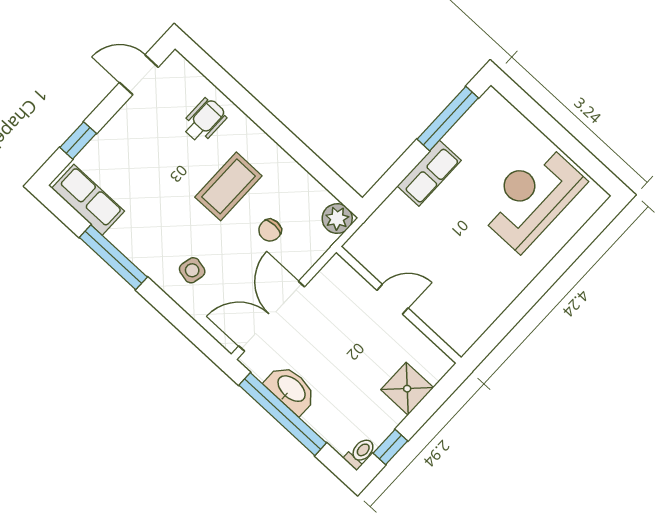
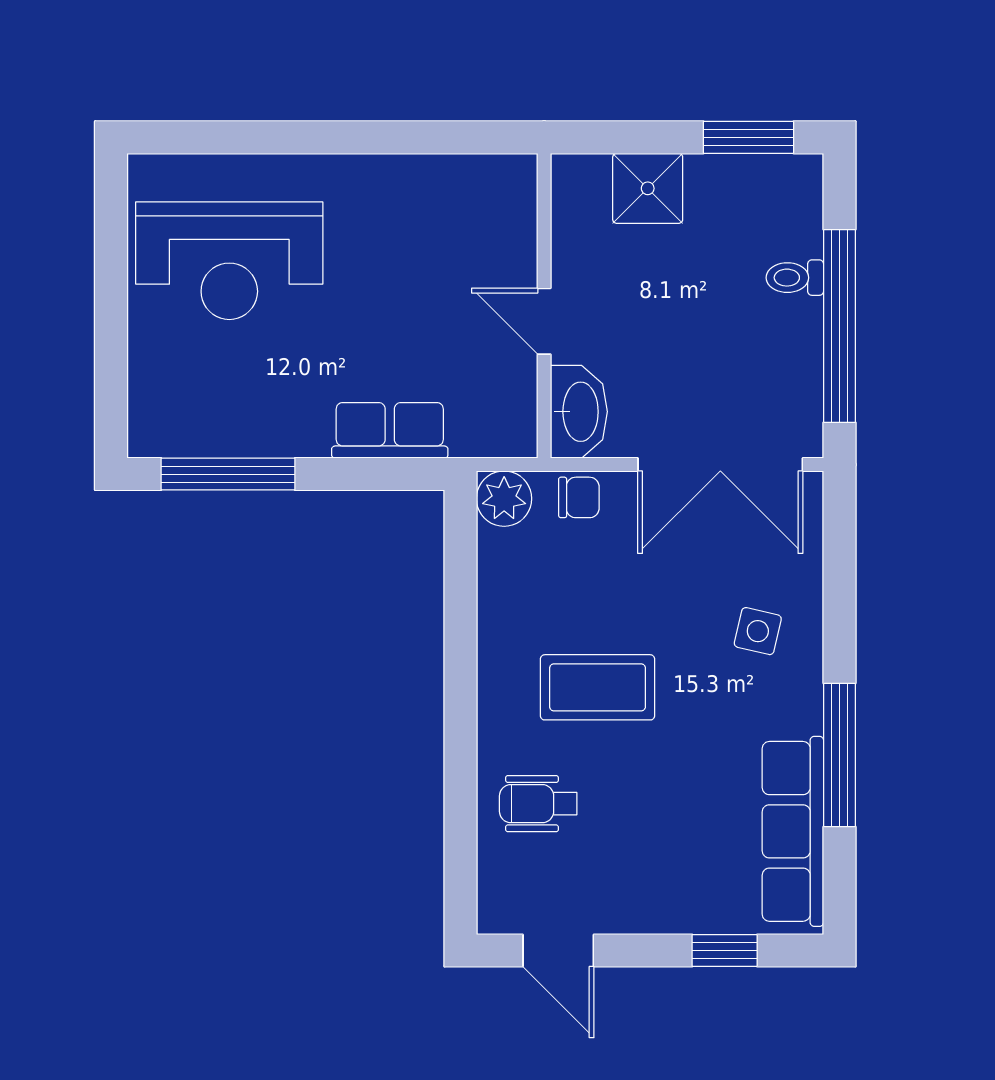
row of seats: (429, 173) -> (390, 430), moved
row of seats: (88, 200) -> (793, 831), width x1.48
chair: (270, 230) -> (579, 497), moved
washbasin: (291, 389) -> (579, 412), moved, turned 180
window: (390, 447) -> (748, 137), width x1.50
toilet: (360, 453) -> (795, 278), moved

